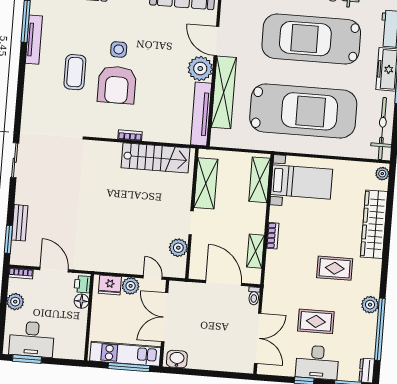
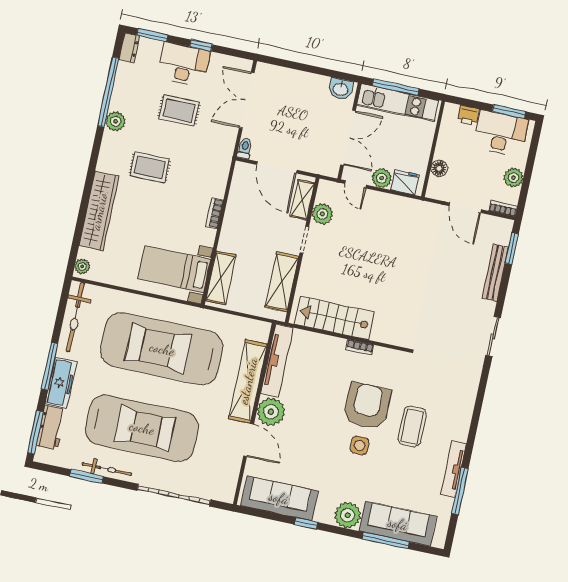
bench: (20, 223) -> (495, 273), width x1.36
shelving: (255, 251) -> (302, 200), moved
printer: (82, 284) -> (468, 115), moved, turned 90

